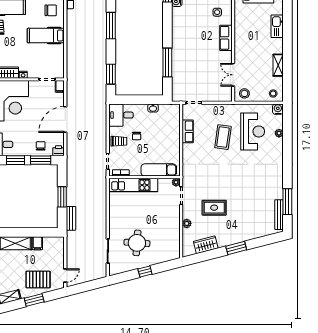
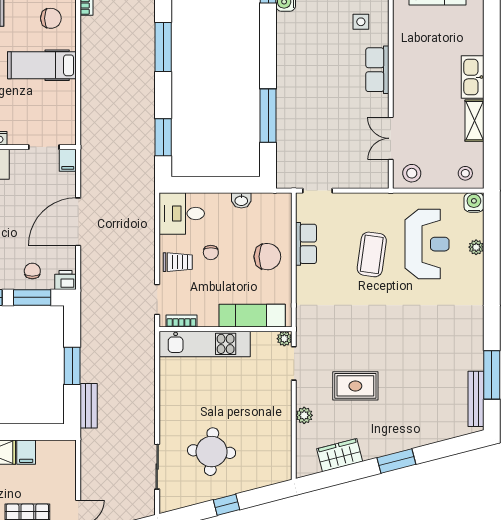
kitchen sink: (277, 26) -> (473, 77), moved
chair: (167, 138) -> (267, 257), added

